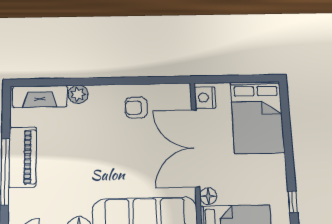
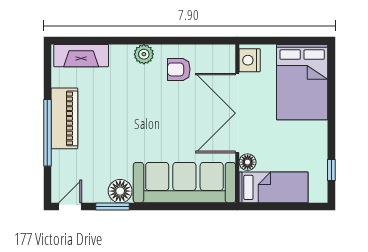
plant: (78, 94) -> (144, 54), moved

